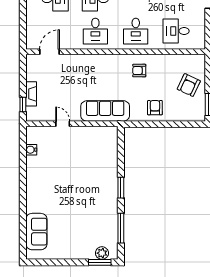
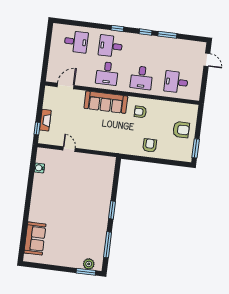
armchair: (189, 85) -> (181, 130), turned -115
sofa: (105, 111) -> (106, 102), moved, turned 180

